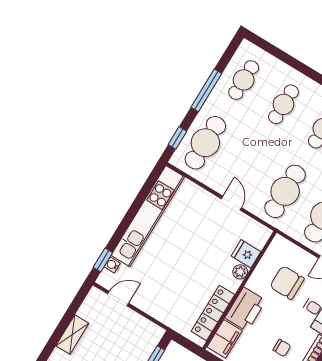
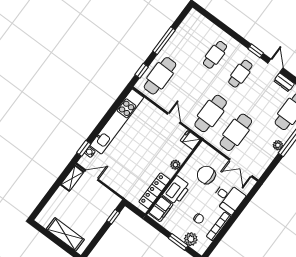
cafe table: (244, 80) -> (190, 36), removed
fridge: (246, 254) -> (190, 140), moved
shelving: (72, 335) -> (72, 178), moved

